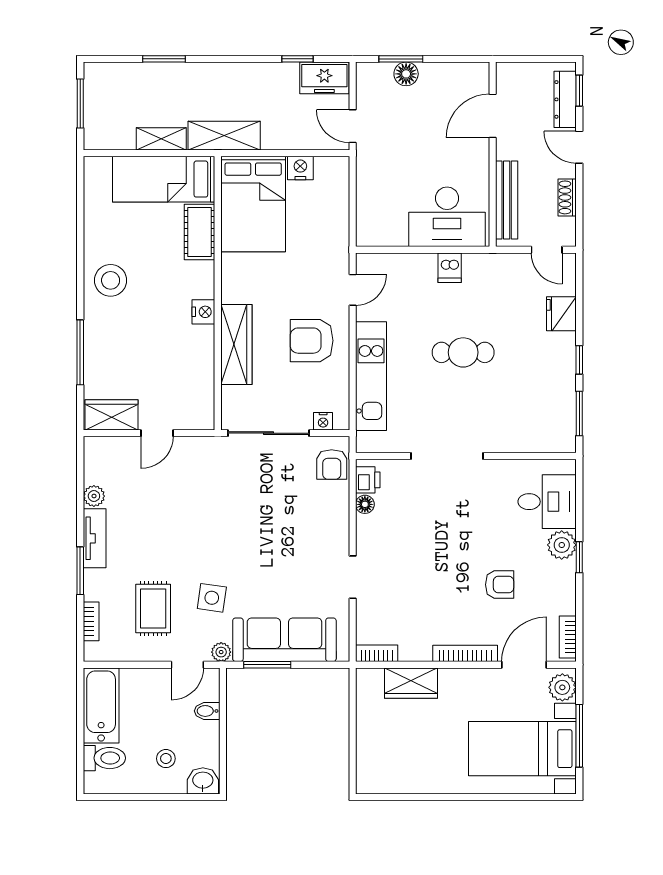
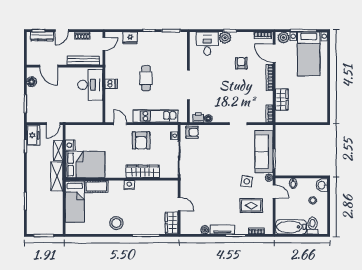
floor lamp: (406, 74) -> (32, 82), moved
shelving: (161, 139) -> (58, 151), moved

